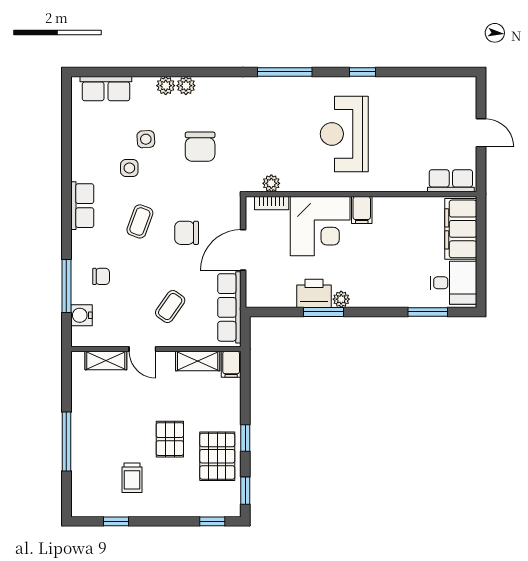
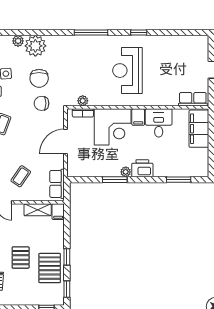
plant: (186, 86) -> (35, 46), width x1.88, depth x1.88
chair: (187, 233) -> (42, 103), moved
desk: (453, 283) -> (159, 123), moved, turned -90
printer: (314, 293) -> (142, 168), moved
row of seats: (229, 307) -> (57, 184), width x0.68

